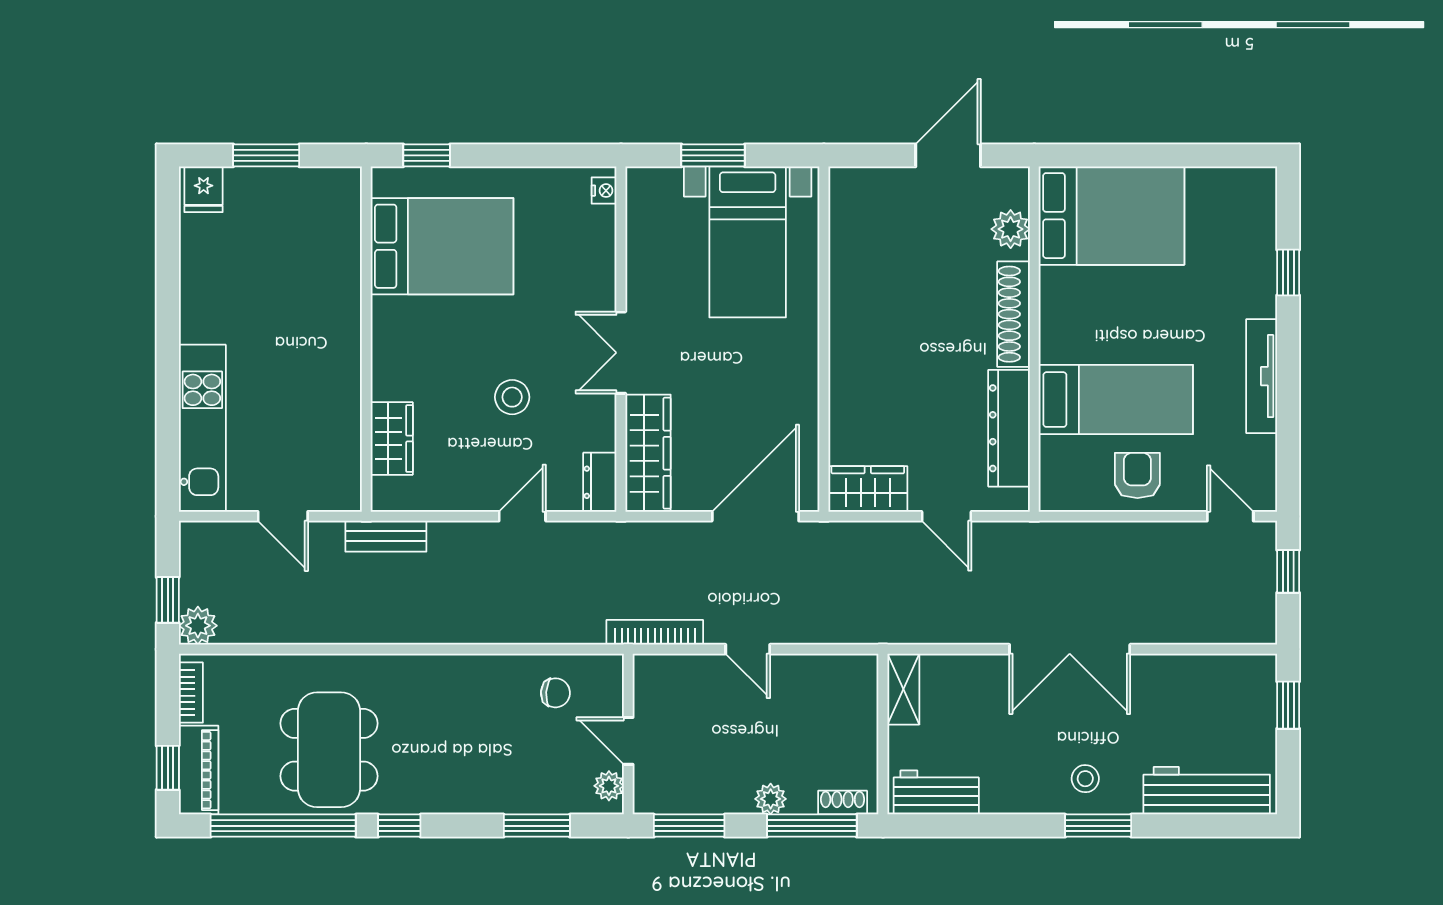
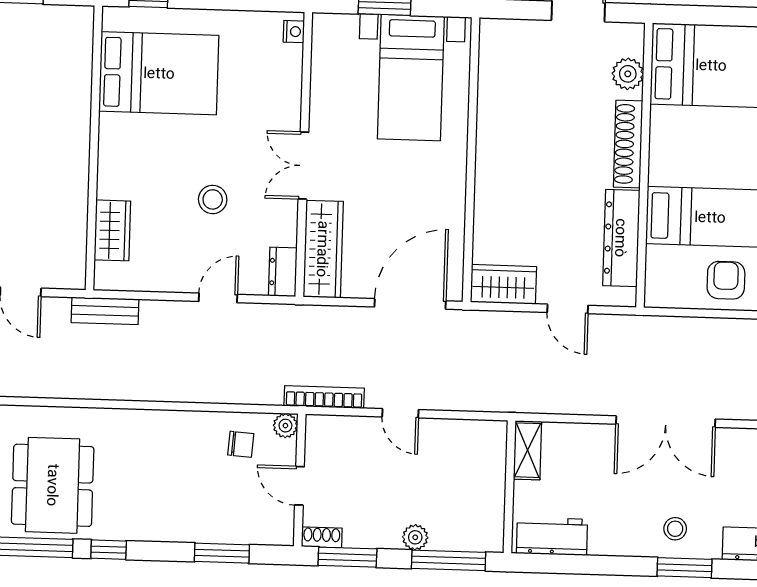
plant: (609, 786) -> (285, 426), moved
shoe rack: (843, 803) -> (322, 537), moved

